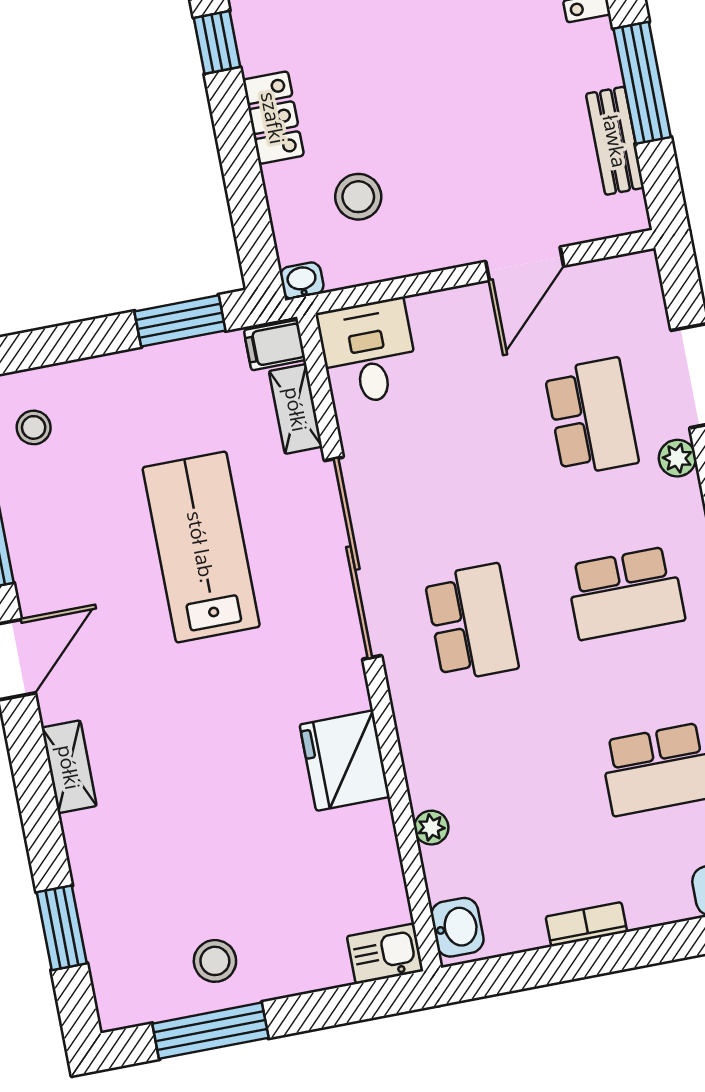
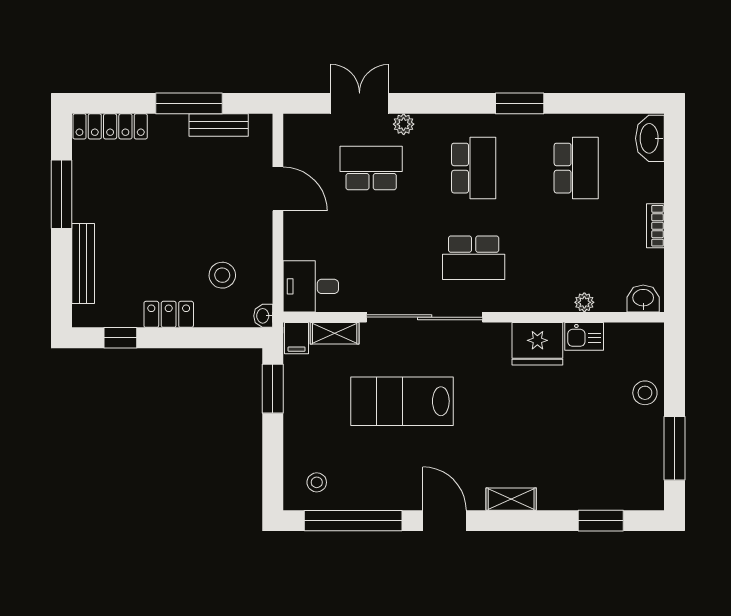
school desk: (471, 623) -> (474, 258), turned 180
kitchen sink: (385, 954) -> (584, 336), moved, turned -90
stool: (215, 961) -> (645, 393), moved

